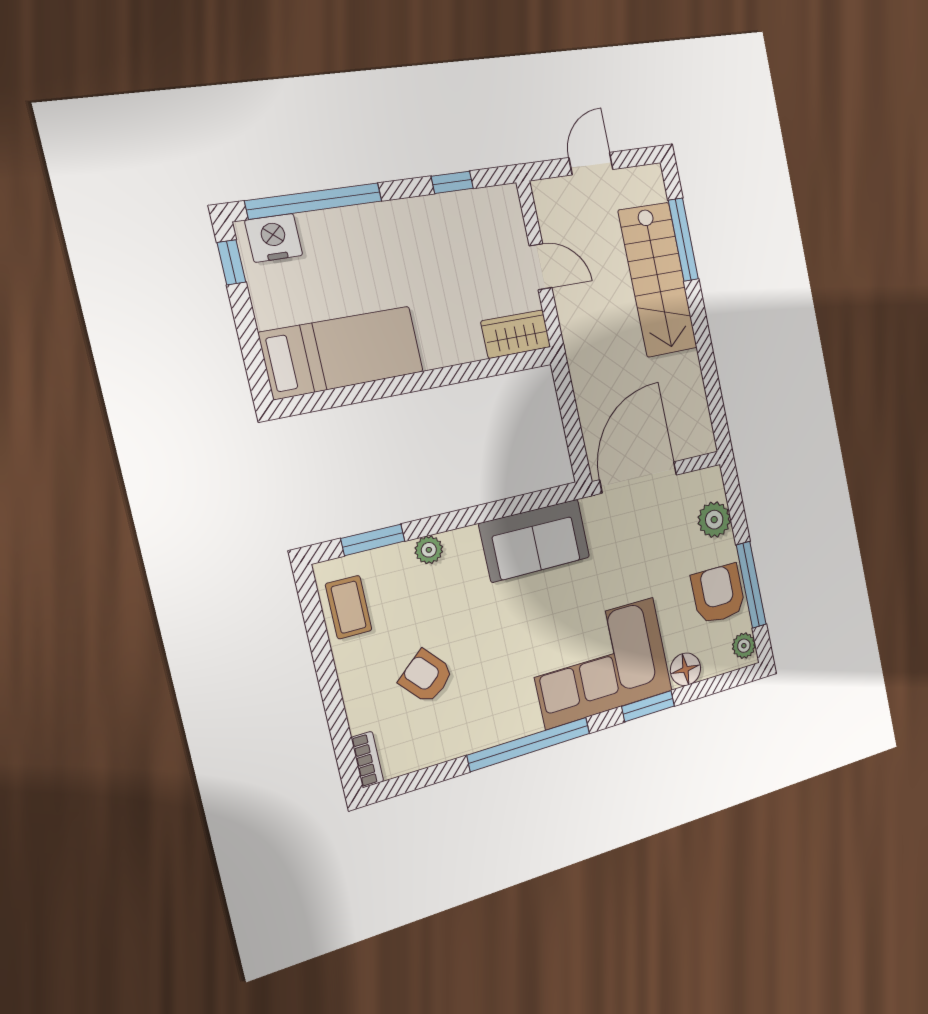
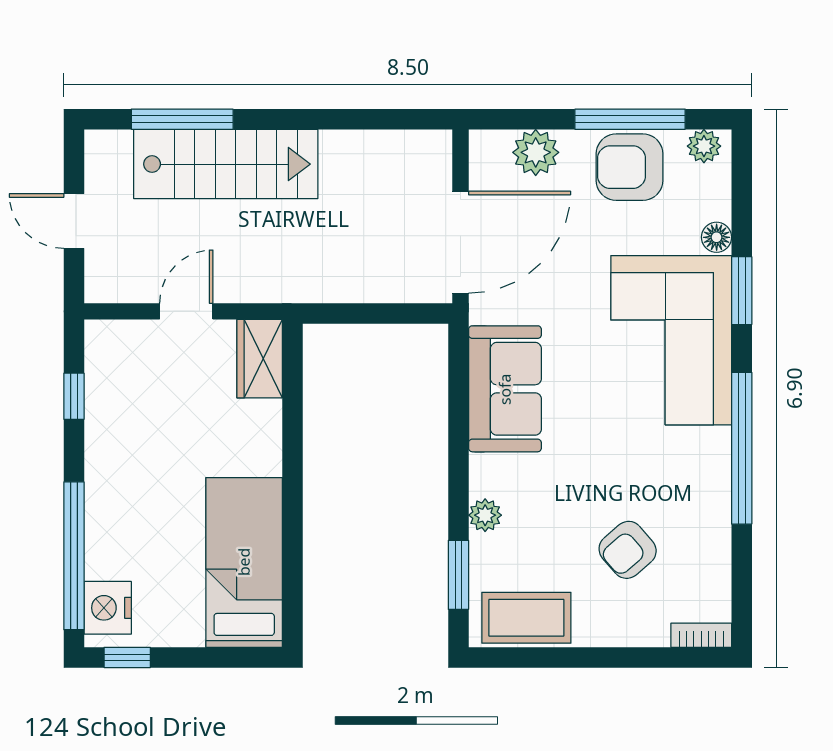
door: (638, 477) -> (460, 242), swing flipped
coffee table: (349, 607) -> (526, 618), width x1.36, depth x1.30
floor lamp: (686, 669) -> (717, 237), width x0.73, depth x0.73

